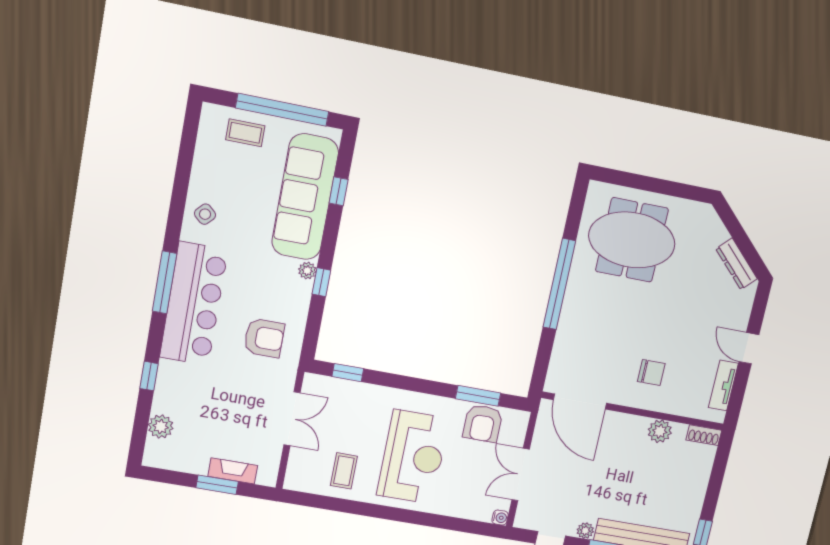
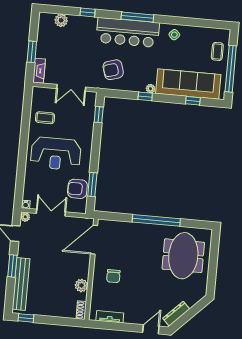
armchair: (264, 338) -> (113, 70), turned 73
door: (749, 348) -> (151, 329), moved
fireplace: (233, 471) -> (39, 71), moved
plant: (585, 531) -> (25, 217), moved

